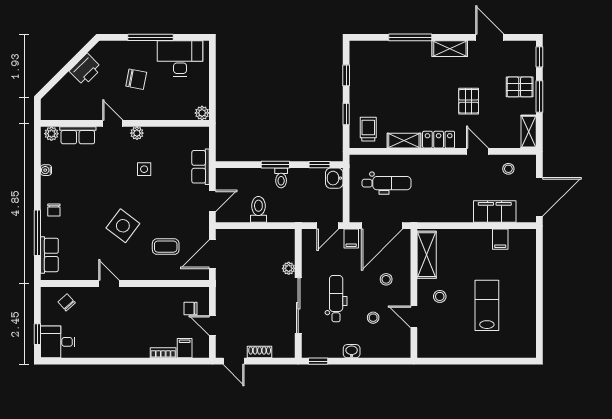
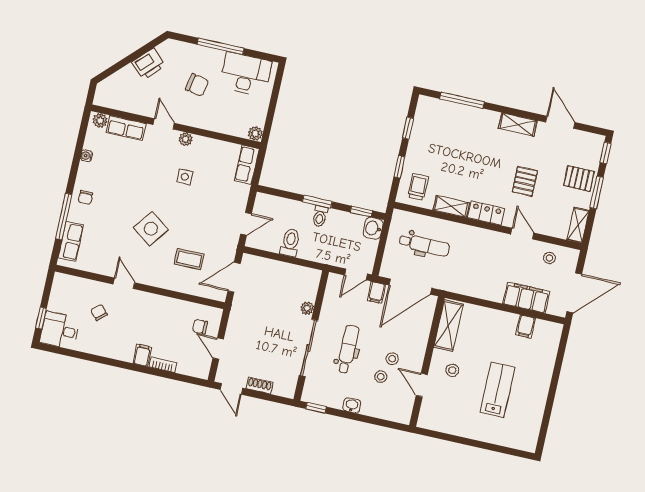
window: (410, 37) -> (462, 100), moved
row of seats: (201, 167) -> (247, 165), moved
stool: (386, 279) -> (392, 359), moved
chair: (67, 302) -> (99, 312), moved
filing cabinet: (185, 348) -> (142, 355), moved

